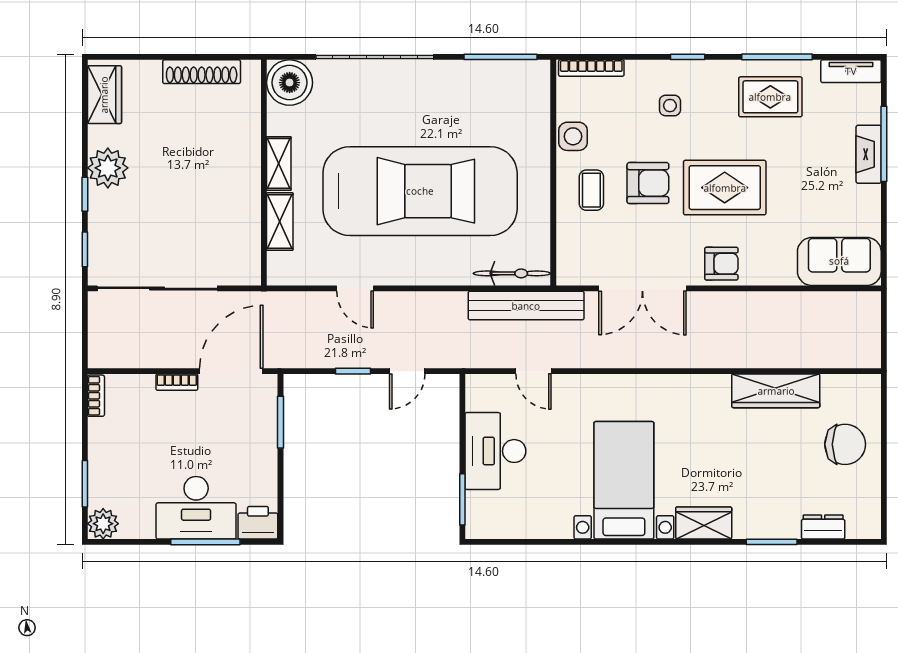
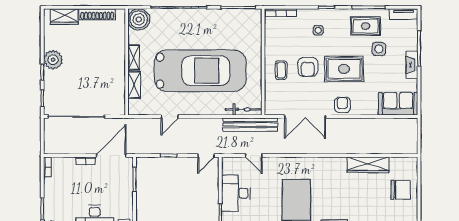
wardrobe: (104, 95) -> (64, 17), moved, turned 90
side table: (573, 136) -> (379, 49), moved
fireplace: (869, 154) -> (412, 65), moved
armchair: (648, 183) -> (308, 67), turned 90
armchair: (721, 264) -> (342, 105), turned -90
door: (355, 288) -> (170, 117), hinge flipped
door: (407, 371) -> (206, 155), moved

